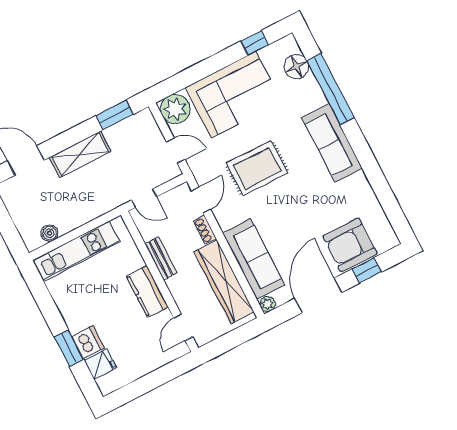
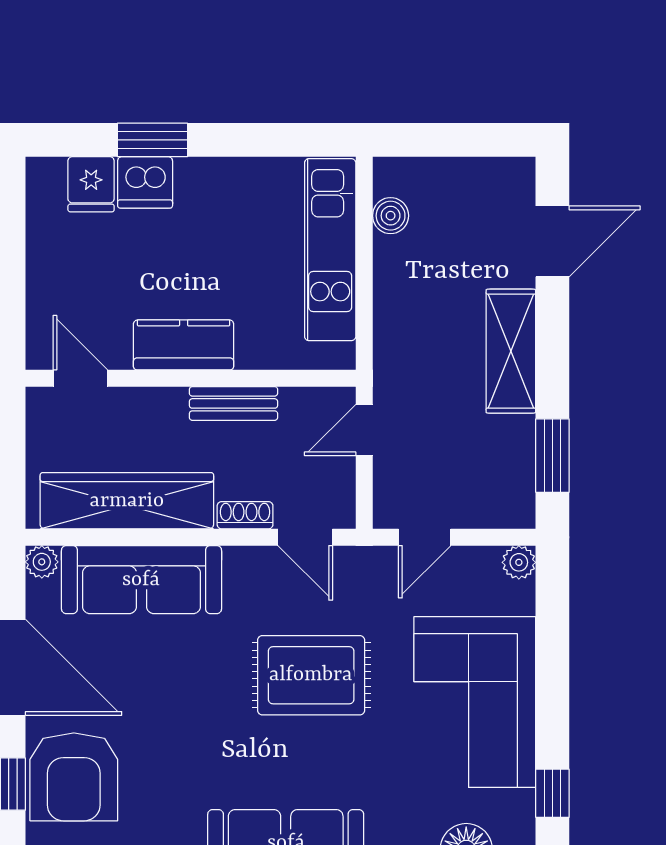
plant: (175, 109) -> (519, 562), width x0.53, depth x0.53
rug: (257, 168) -> (311, 675), turned 90
armchair: (350, 245) -> (74, 777), turned 180

